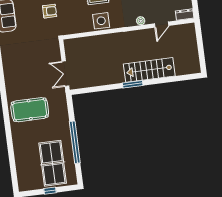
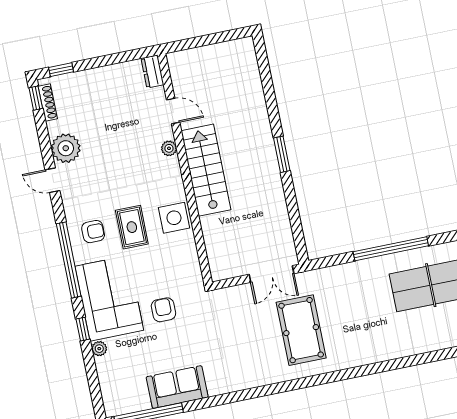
stairs: (149, 70) -> (206, 170), moved, turned 180
pool table: (30, 110) -> (301, 330), moved

